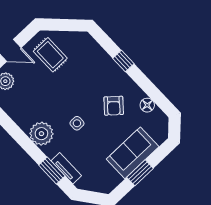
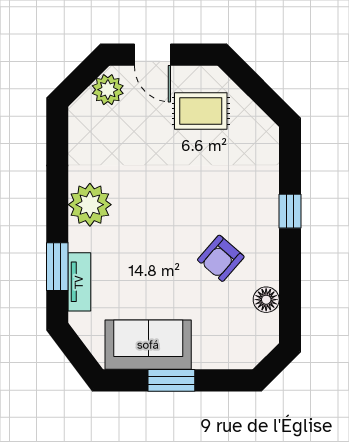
rug: (50, 55) -> (201, 111), turned 90
side table: (77, 123) -> (150, 235), removed
sofa: (133, 153) -> (148, 345), moved

